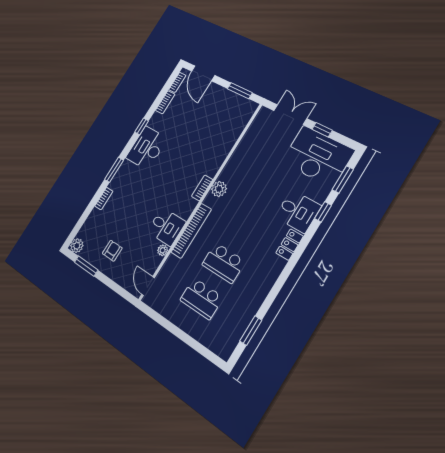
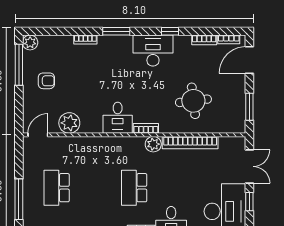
round table: (206, 135) -> (193, 101), added
desk: (166, 227) -> (118, 118), moved
bookcase: (191, 231) -> (190, 143), moved
plant: (163, 250) -> (69, 123), width x1.88, depth x1.88
school desk: (224, 263) -> (134, 188), moved
window: (86, 266) -> (19, 65), width x1.44
window: (190, 341) -> (19, 199), added

